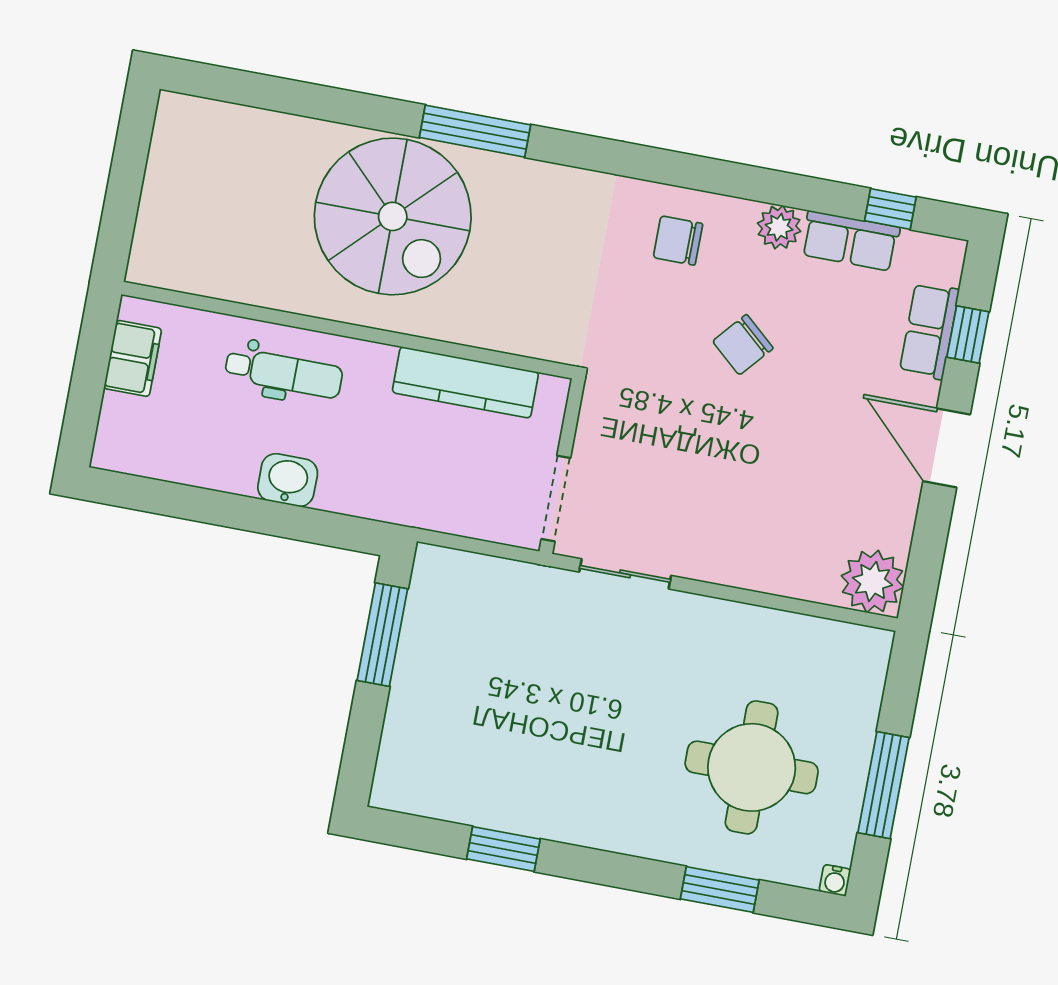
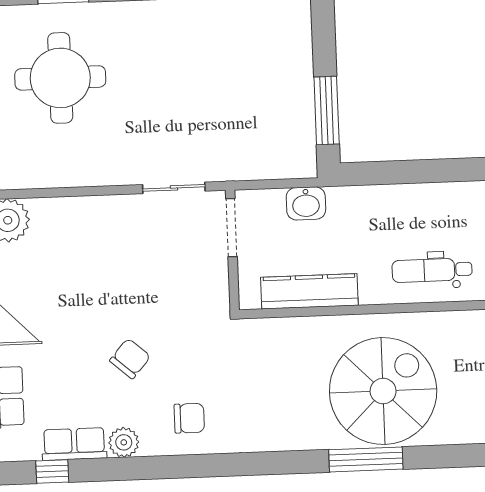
window: (475, 131) -> (366, 459), moved
spiral stairs: (393, 216) -> (383, 391), turned 90
washbasin: (288, 480) -> (306, 203), moved

